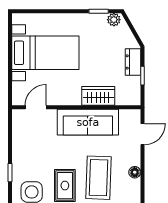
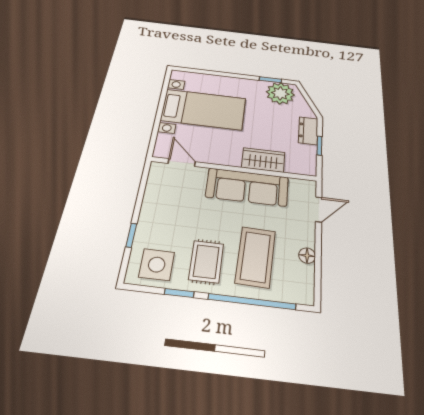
plant: (114, 20) -> (280, 93), width x1.88, depth x1.88
door: (36, 107) -> (182, 163), hinge flipped

